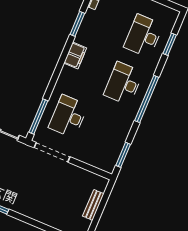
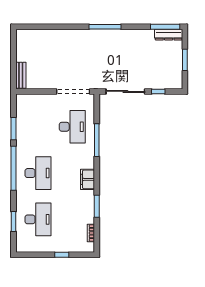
window: (38, 116) -> (97, 140), moved
window: (123, 155) -> (13, 129), moved
bench: (93, 205) -> (21, 75), moved

